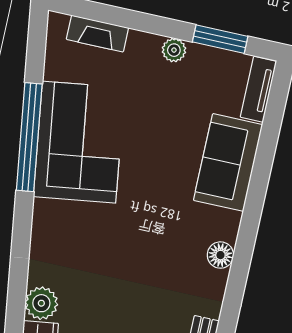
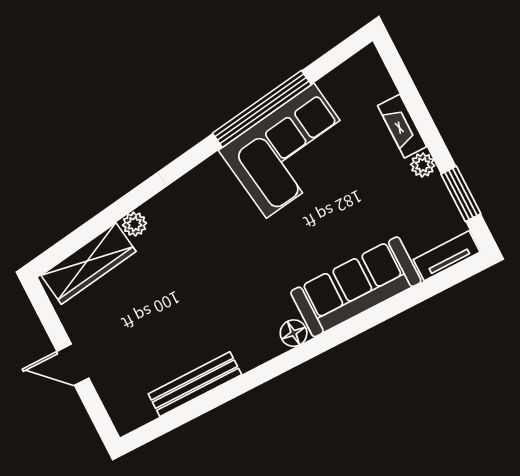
fireplace: (97, 34) -> (402, 126), moved
sofa: (228, 162) -> (356, 287), width x1.36
plant: (41, 303) -> (134, 224), width x0.73, depth x0.73

